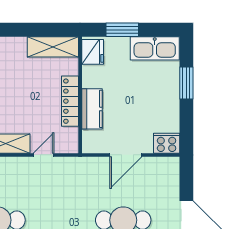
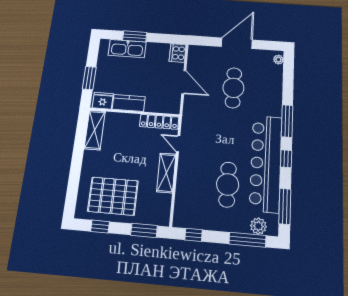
kitchen sink: (155, 48) -> (127, 49), moved, turned 90
locker: (70, 101) -> (159, 122), moved
kitchen counter: (92, 109) -> (129, 103), moved

